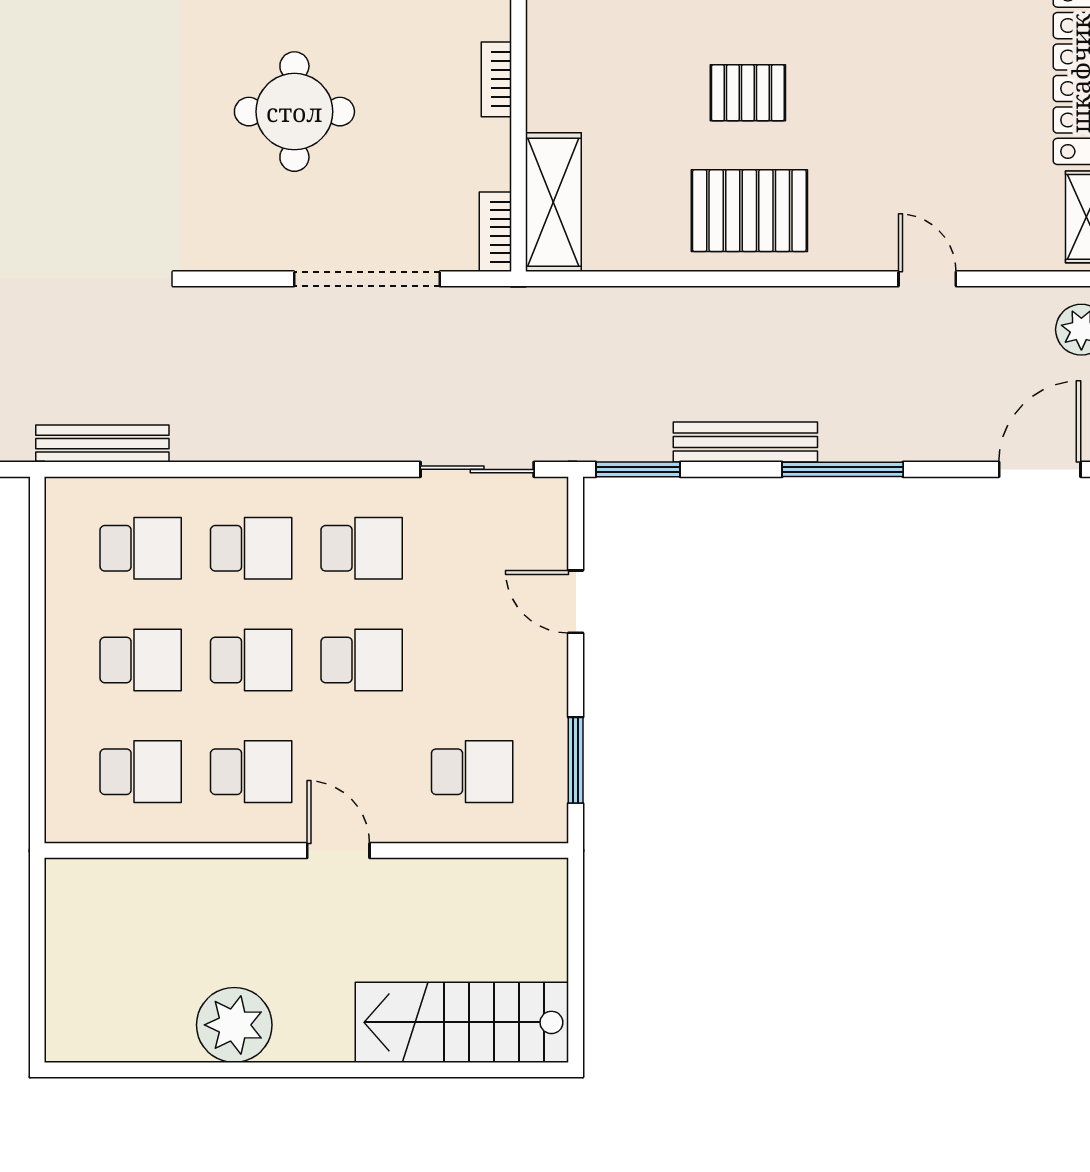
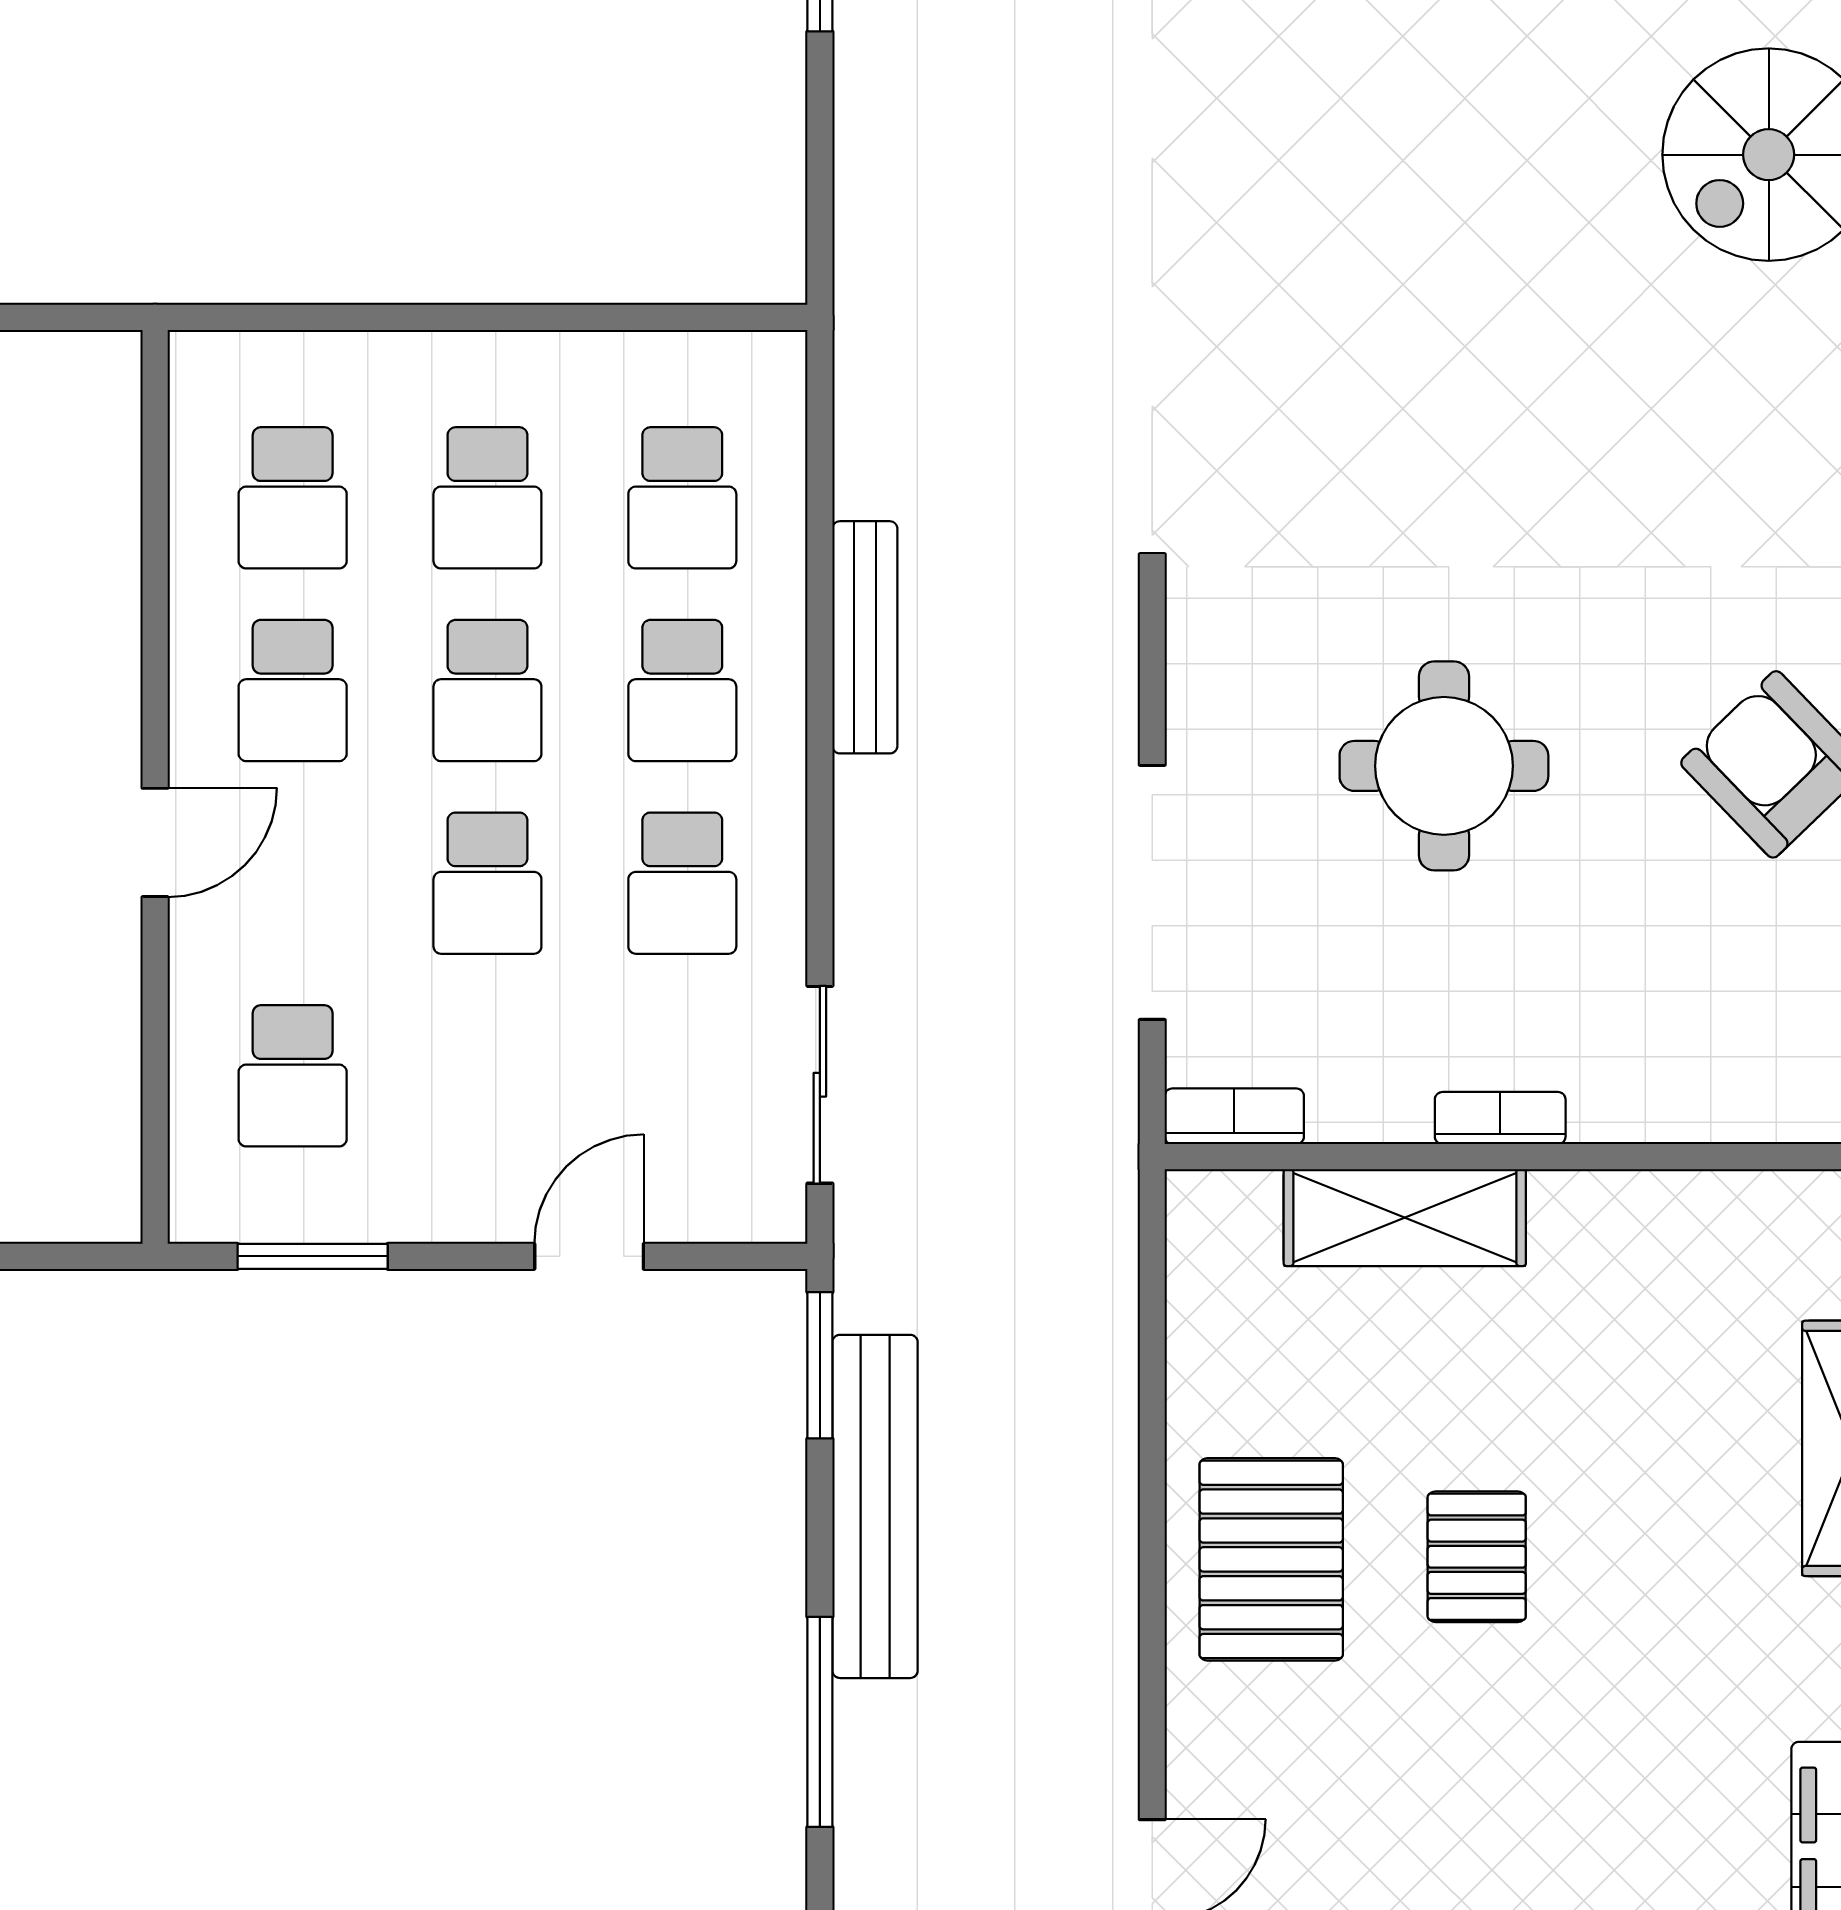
shelving: (553, 202) -> (1405, 1218), moved
bench: (745, 442) -> (875, 1506), width x1.37, depth x1.21
bench: (102, 444) -> (865, 637), moved

